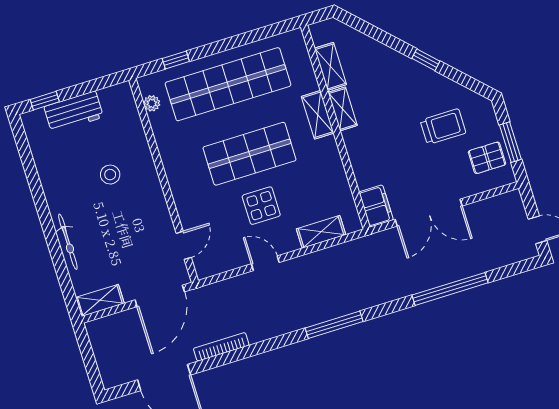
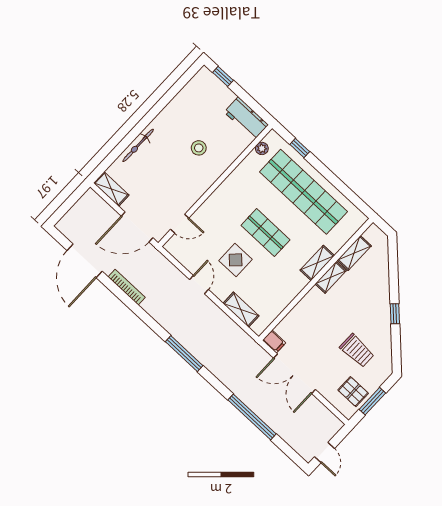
workbench: (74, 112) -> (246, 118), moved
shop shelf: (250, 154) -> (266, 233), width x0.70, depth x0.74
filing cabinet: (376, 206) -> (274, 342), width x0.50

